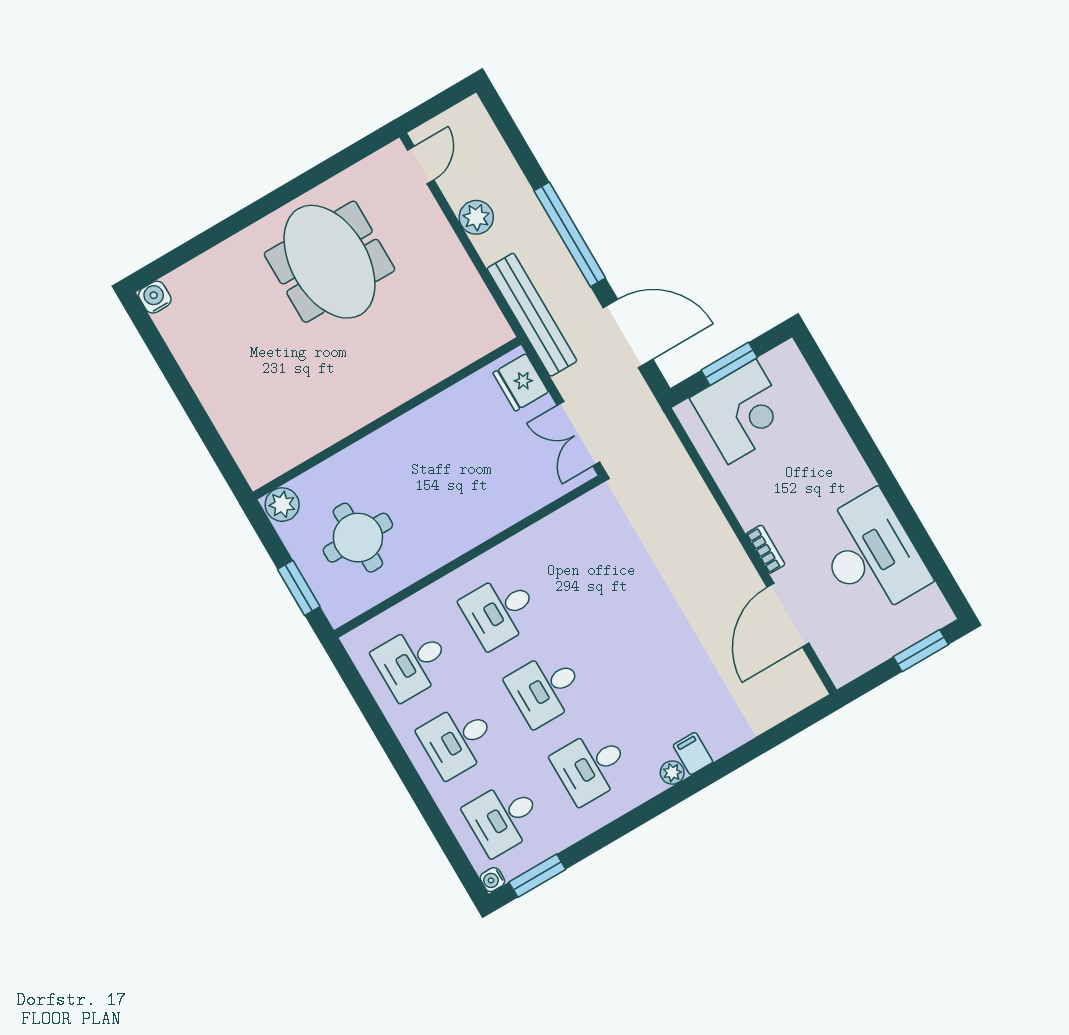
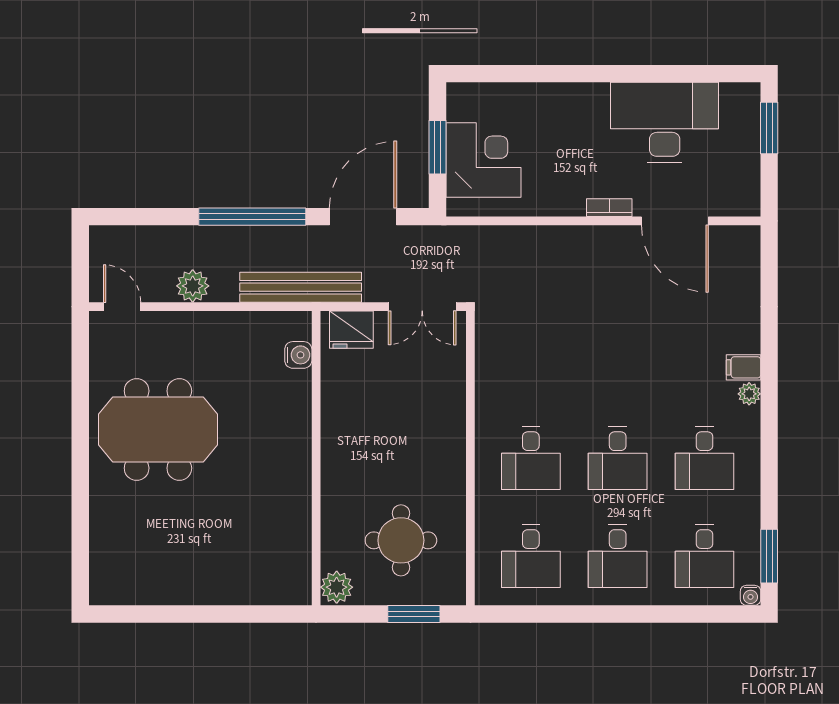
water cooler: (155, 297) -> (298, 355), moved, turned 180

